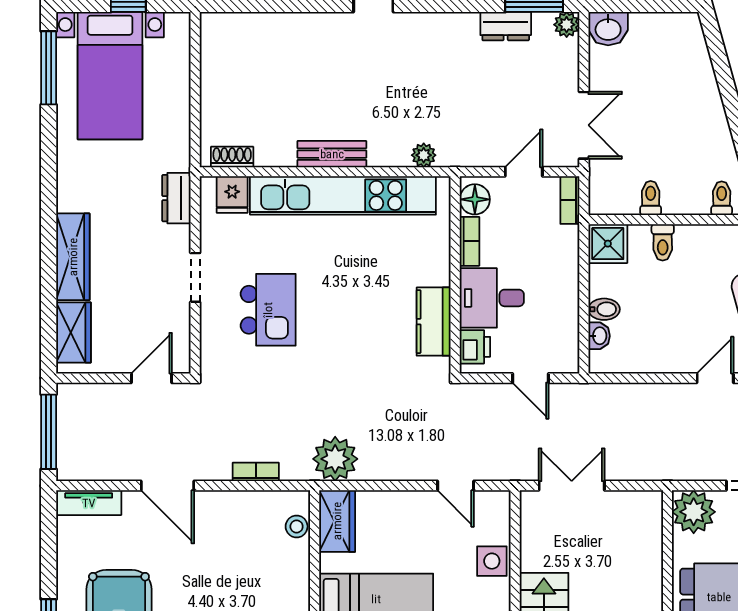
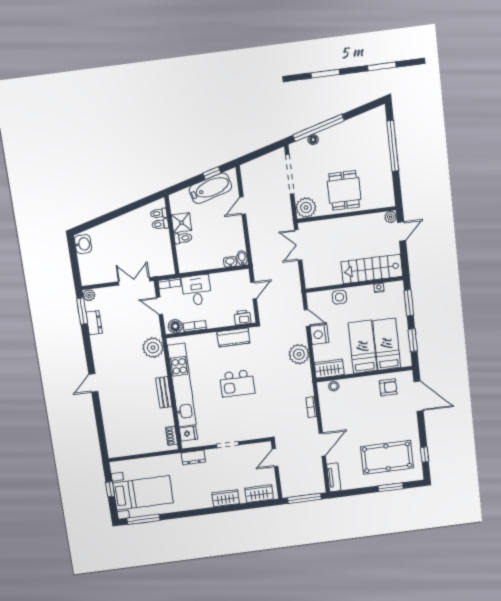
washbasin: (608, 29) -> (83, 244), moved
plant: (424, 155) -> (153, 348), width x1.88, depth x1.88
toilet: (651, 198) -> (160, 224), moved
shower: (608, 244) -> (181, 223), moved
wardrobe: (73, 257) -> (226, 498), width x0.67
desk: (492, 298) -> (197, 290), moved, turned 180
bidet: (604, 309) -> (242, 258), moved
kitchen island: (268, 310) -> (237, 383), moved, turned 180
door: (152, 378) -> (275, 458), hinge flipped
door: (715, 378) -> (243, 206), hinge flipped
plant: (335, 459) -> (299, 354), moved
door: (456, 486) -> (307, 318), hinge flipped
double door: (572, 486) -> (298, 245), moved
nightstand: (416, 508) -> (319, 334), added

